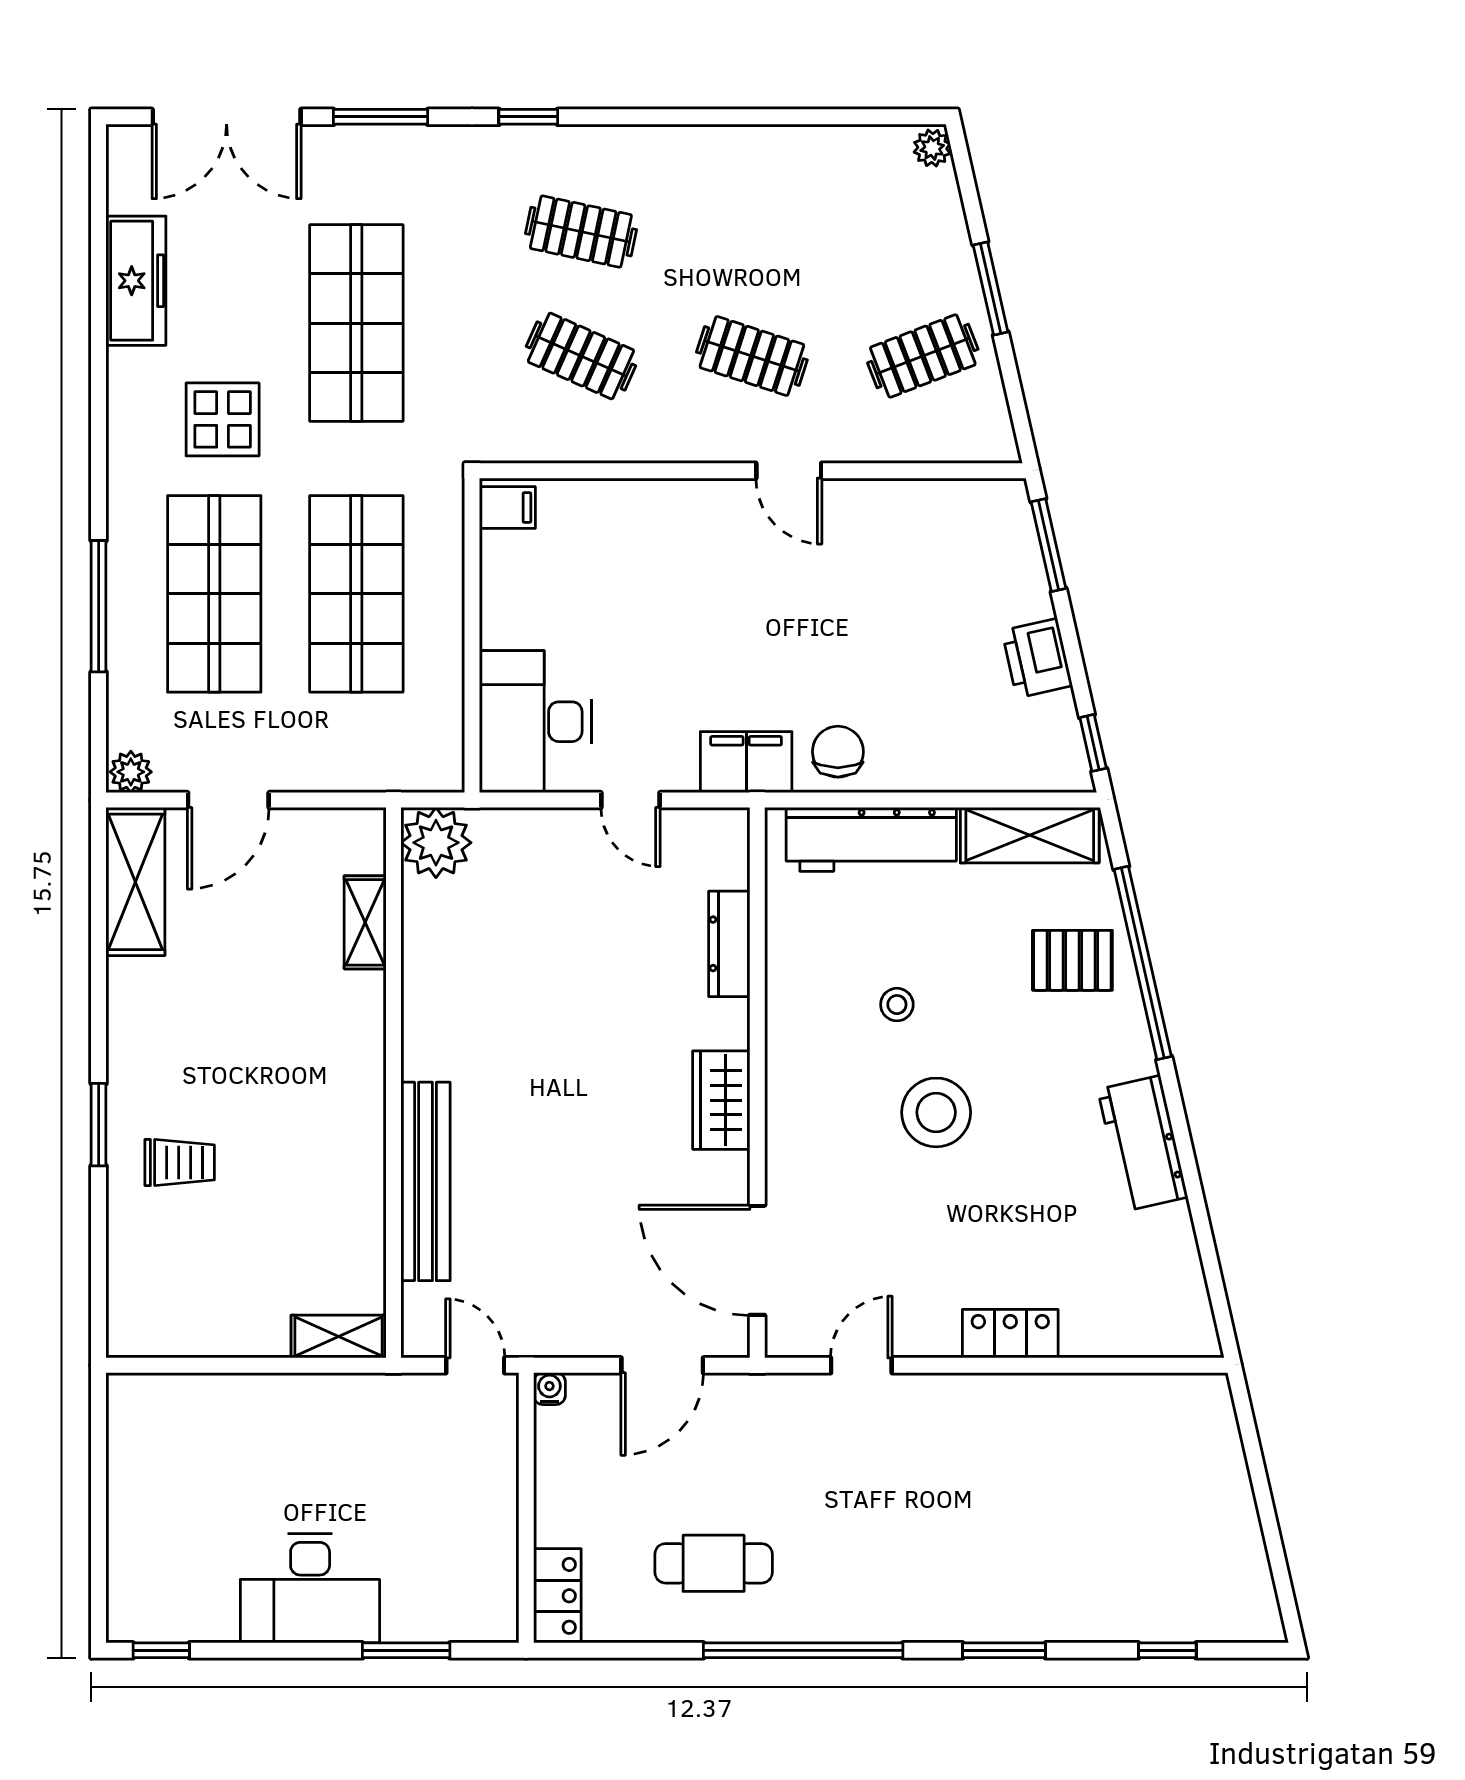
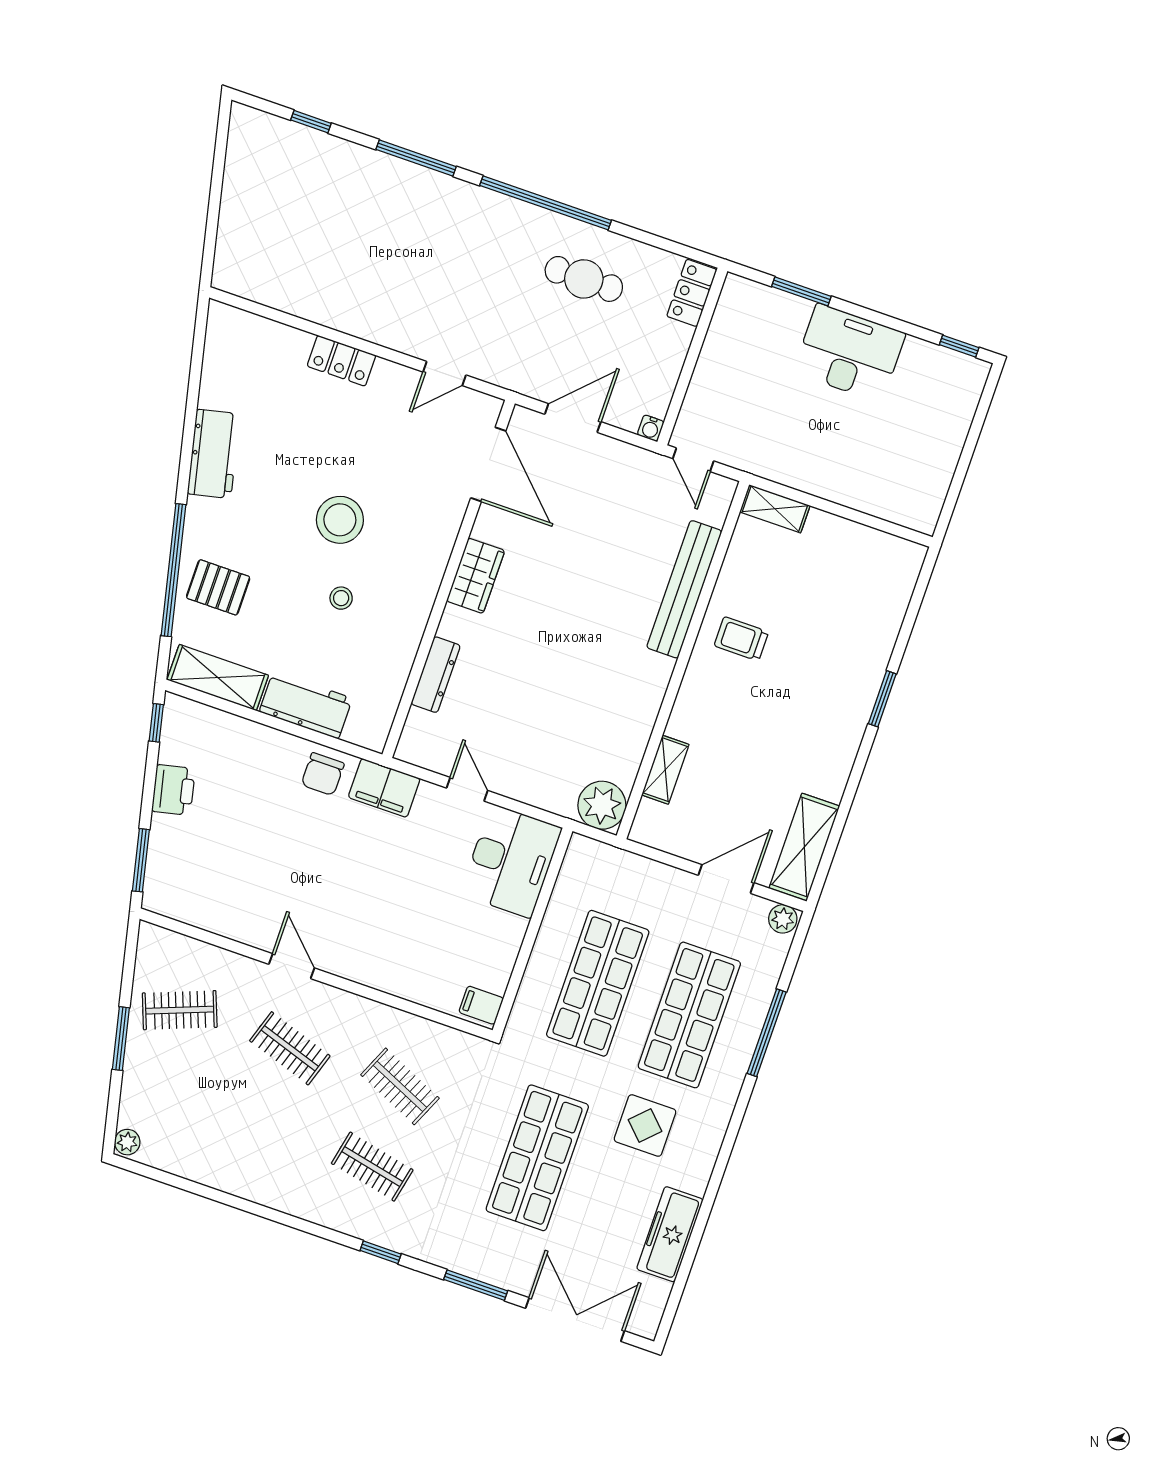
workbench: (871, 839) -> (306, 705), width x0.73
trolley: (180, 1162) -> (741, 639), moved
window: (1004, 1650) -> (416, 158), width x1.44

